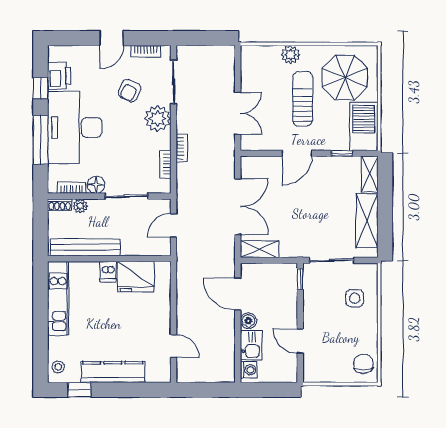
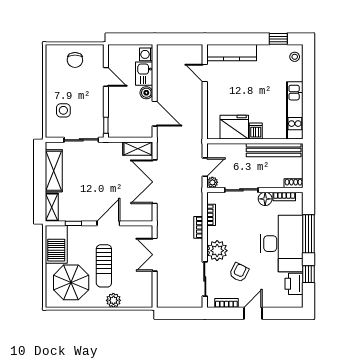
plant: (80, 206) -> (212, 182), moved
chair: (363, 364) -> (75, 60), moved
kitchen counter: (113, 372) -> (232, 53), moved

